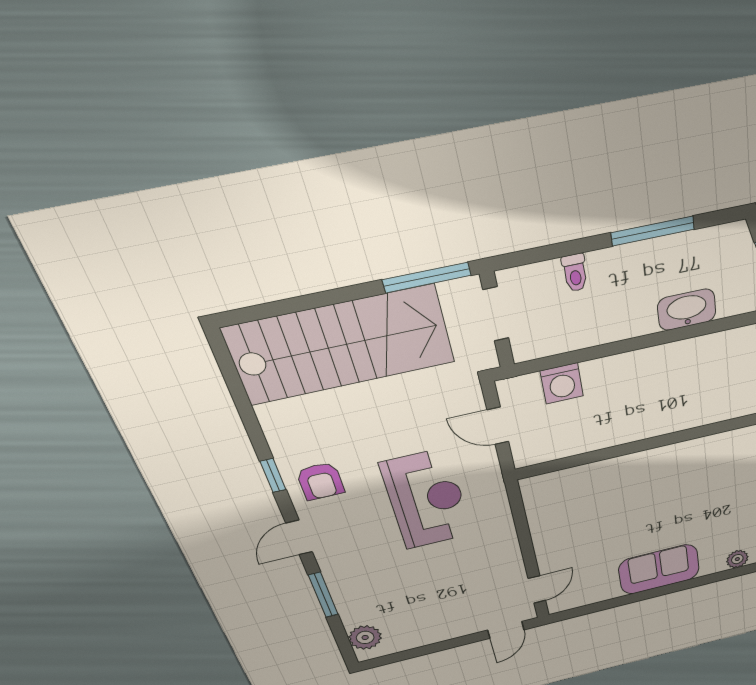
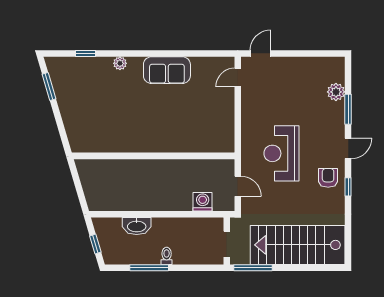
toilet: (575, 273) -> (167, 256), moved
plant: (365, 637) -> (336, 92), moved

